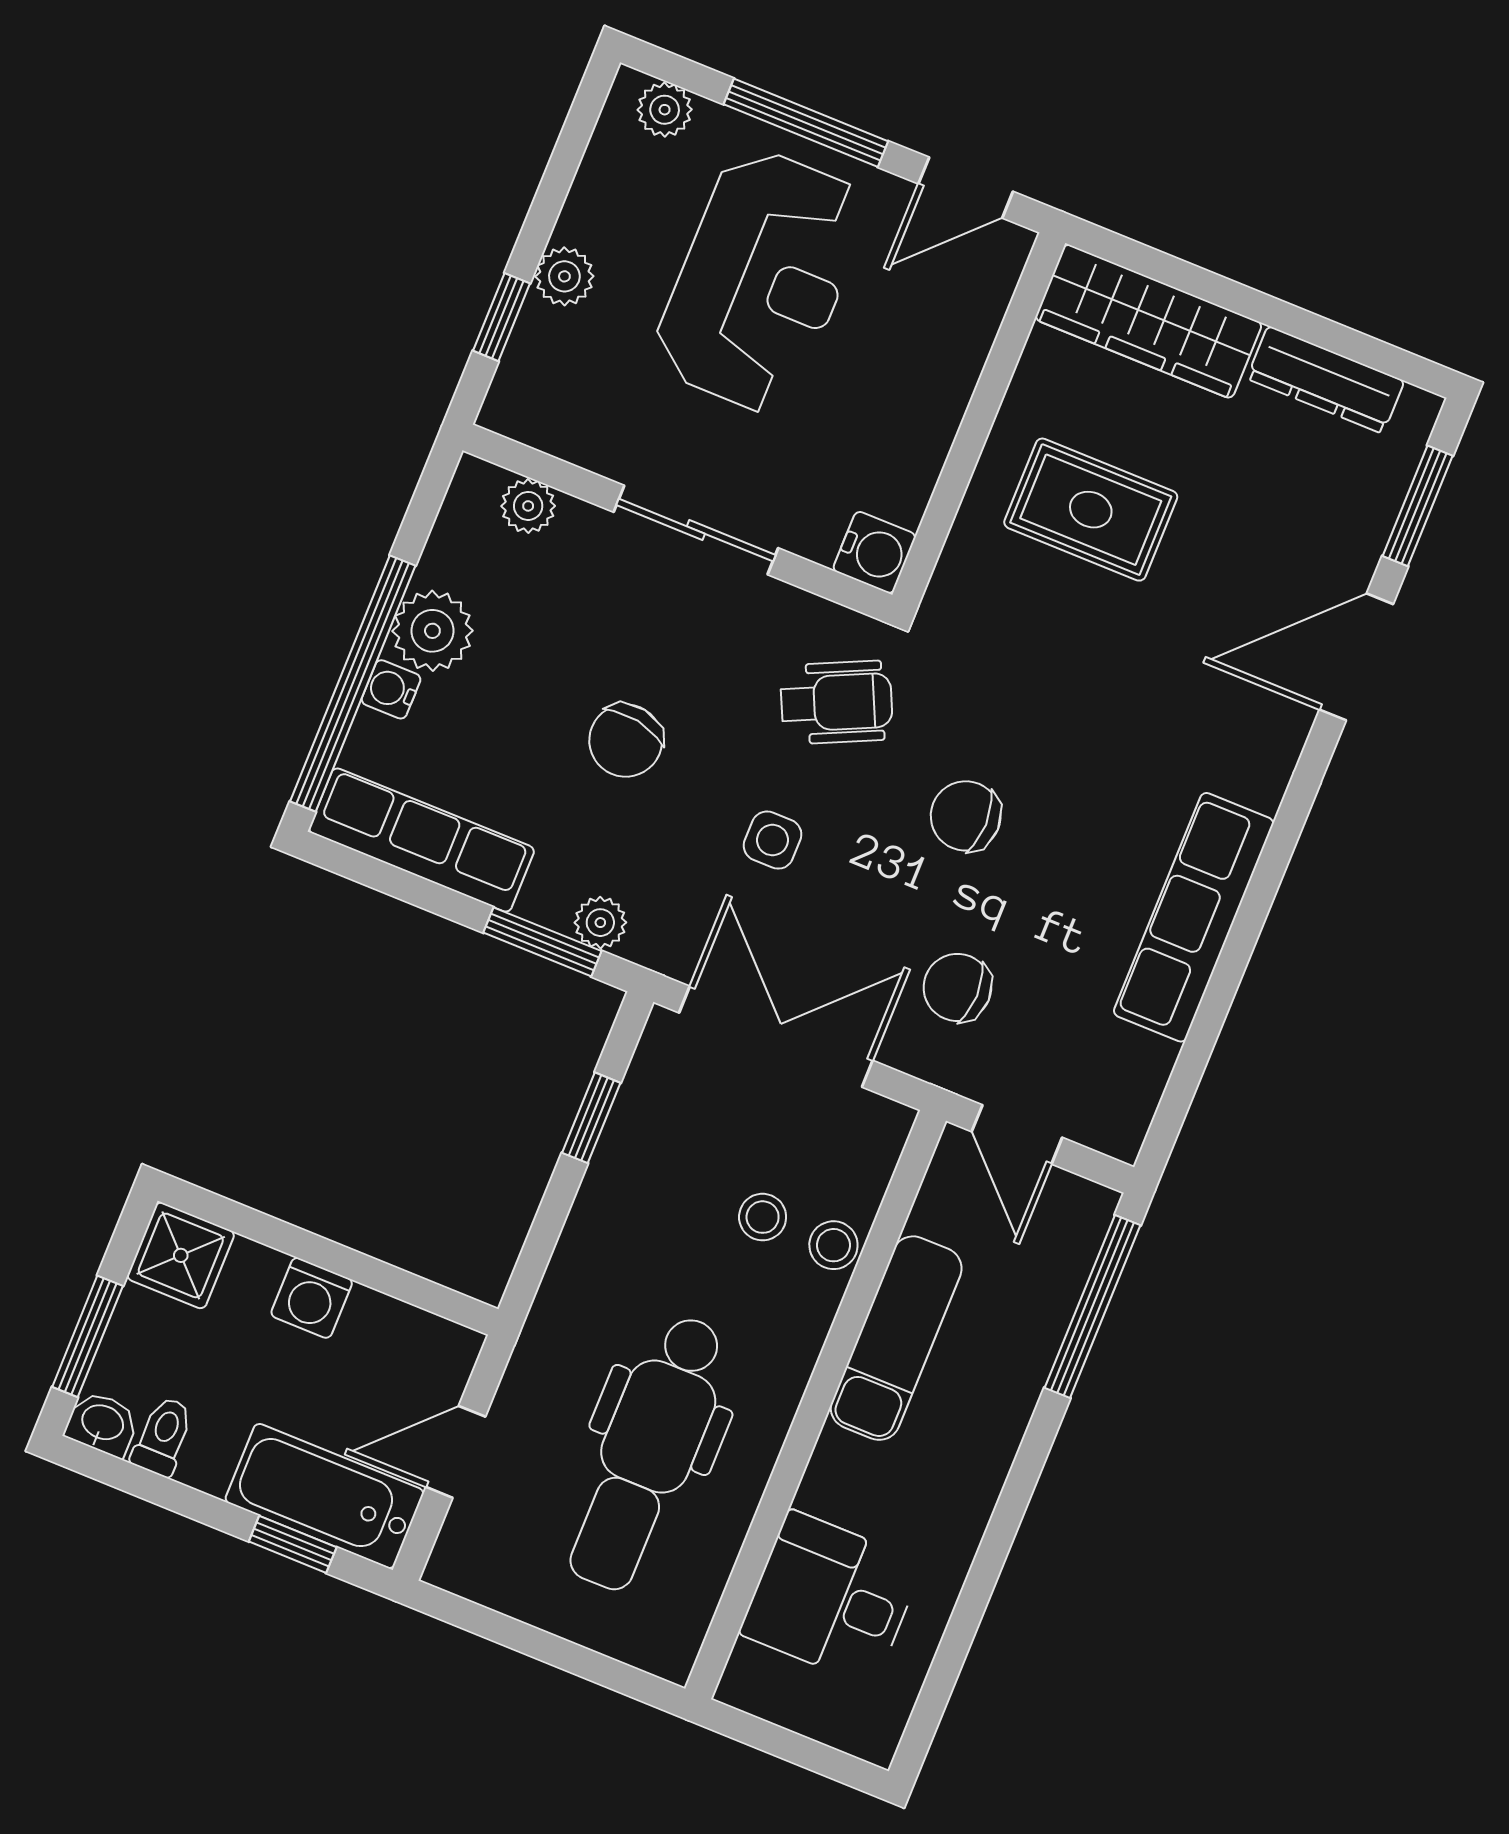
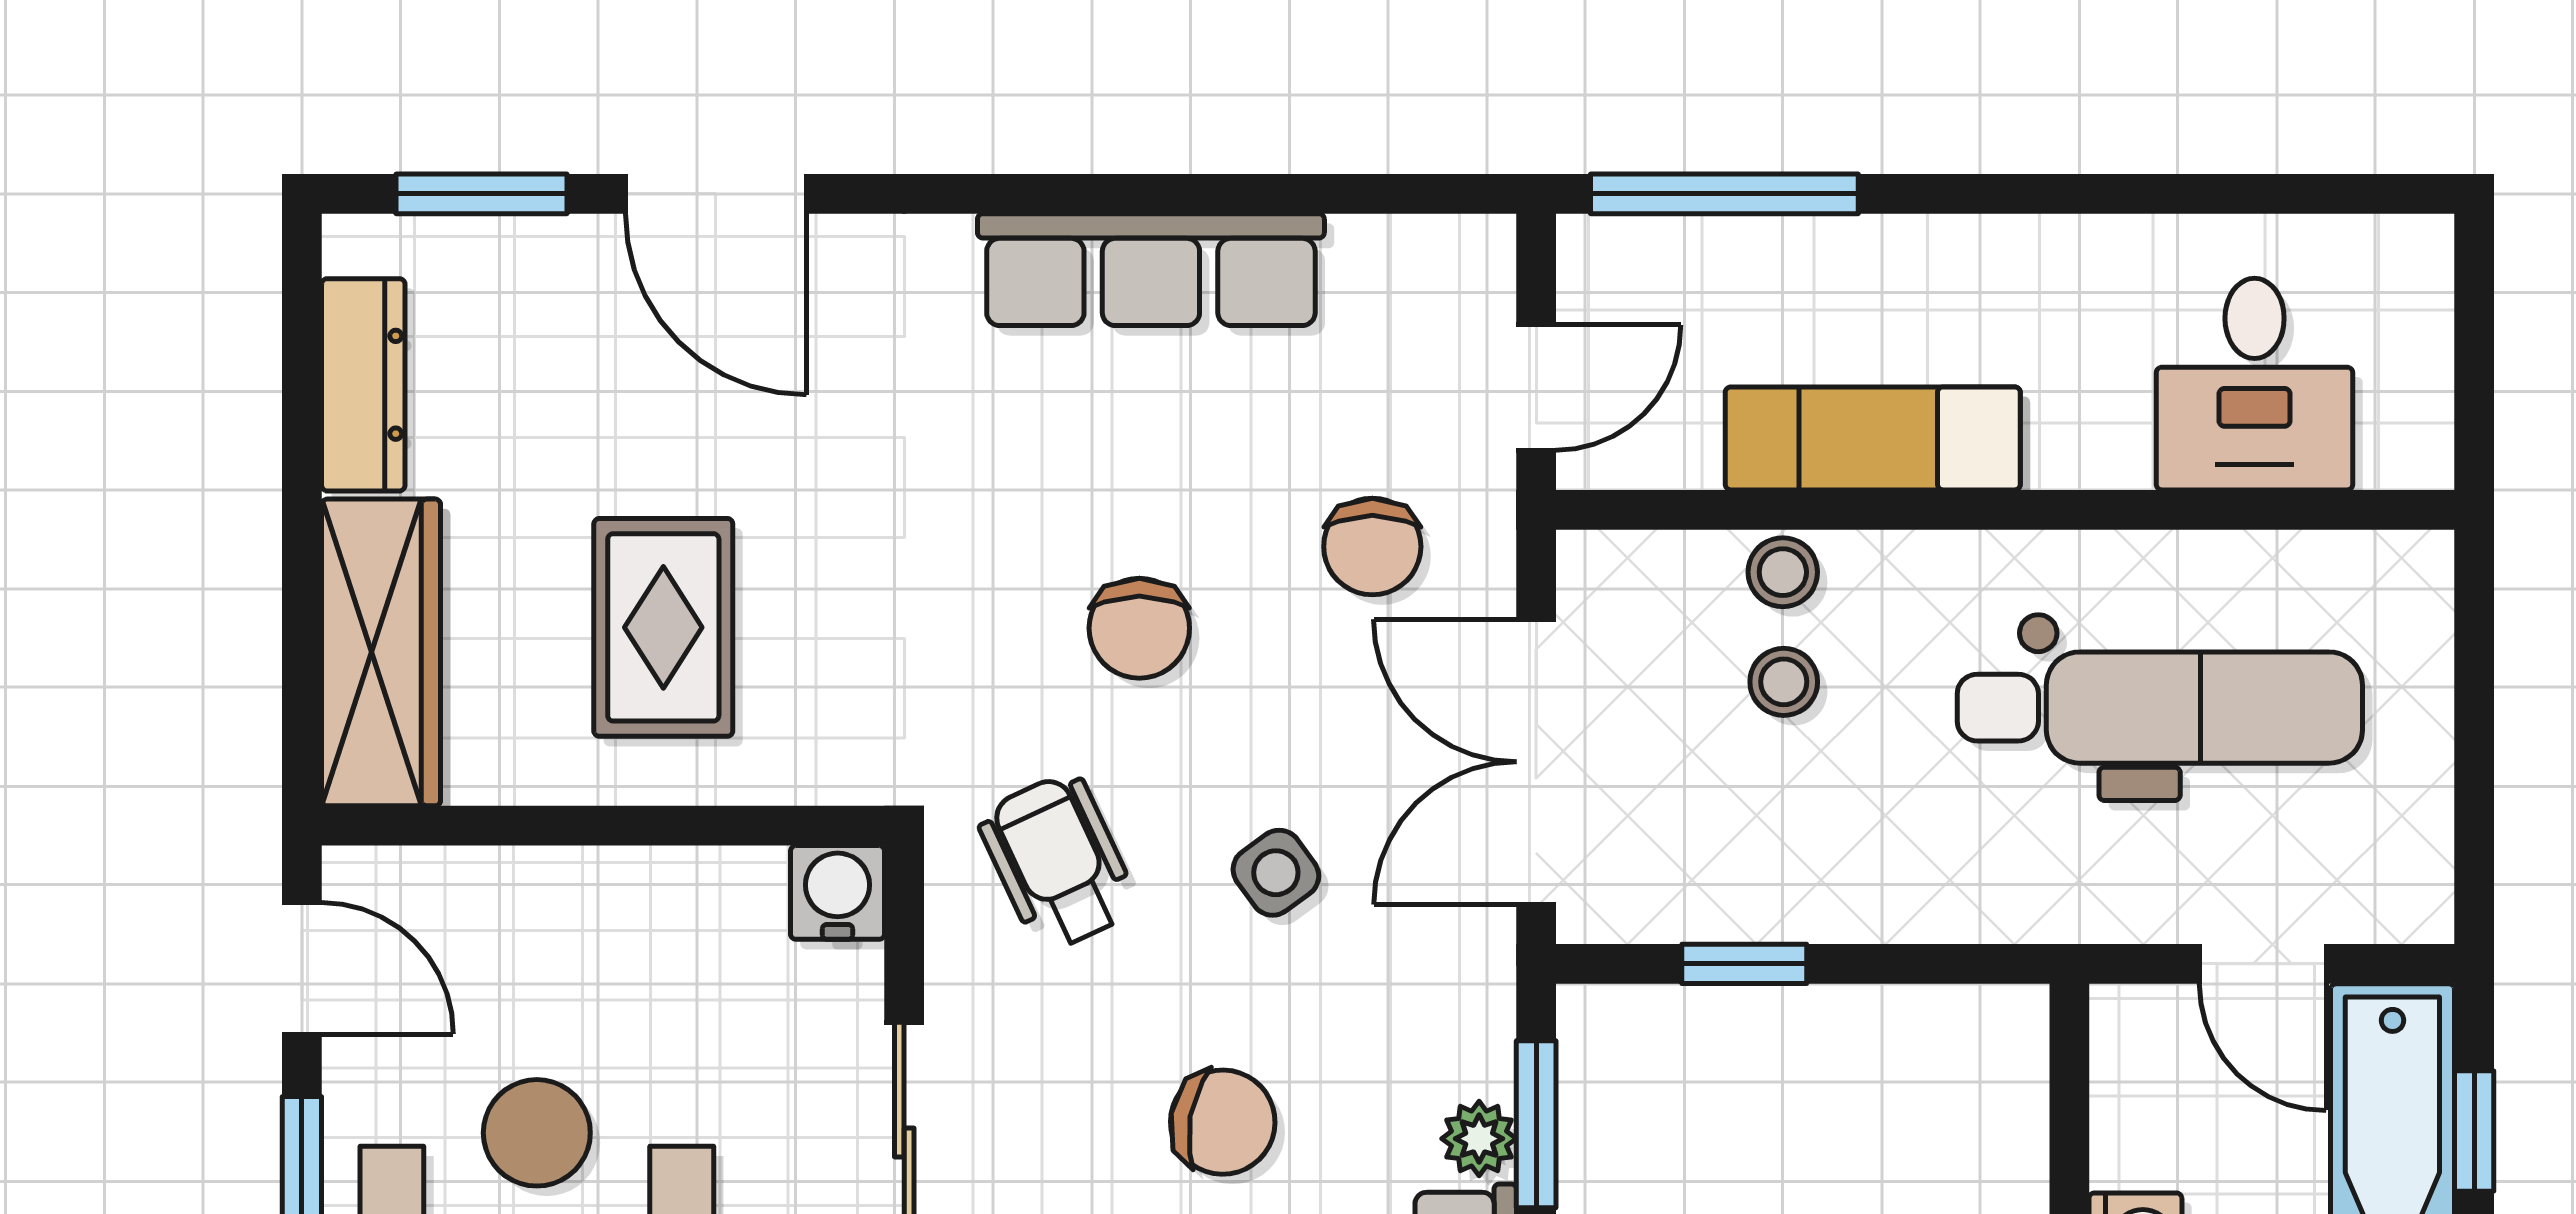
side table: (773, 840) -> (1276, 873), turned -36
plant: (600, 923) -> (1479, 1139), moved

